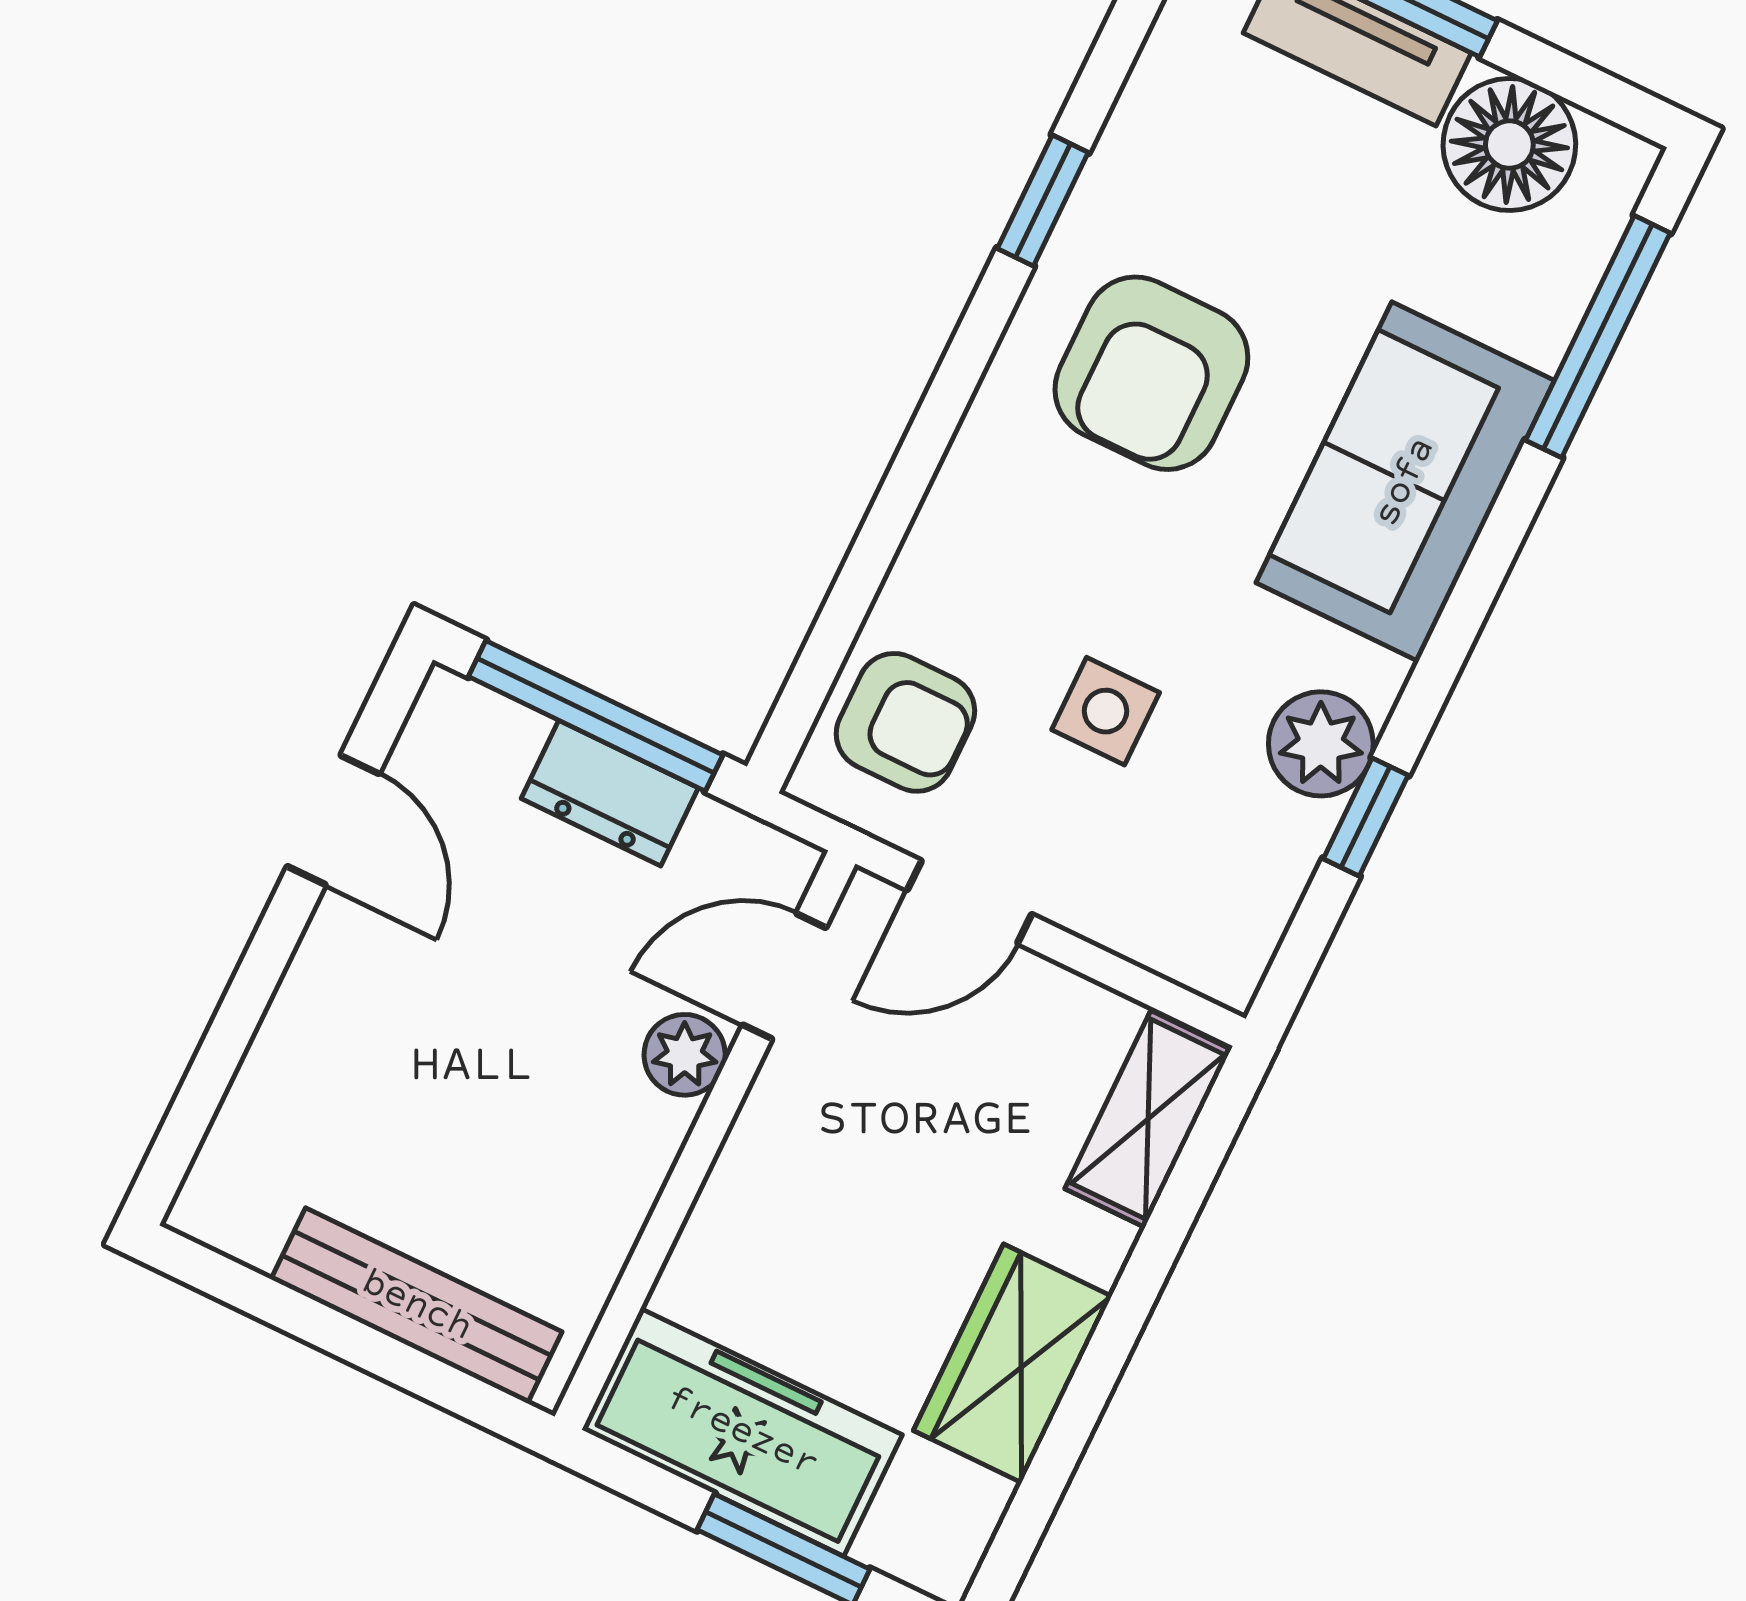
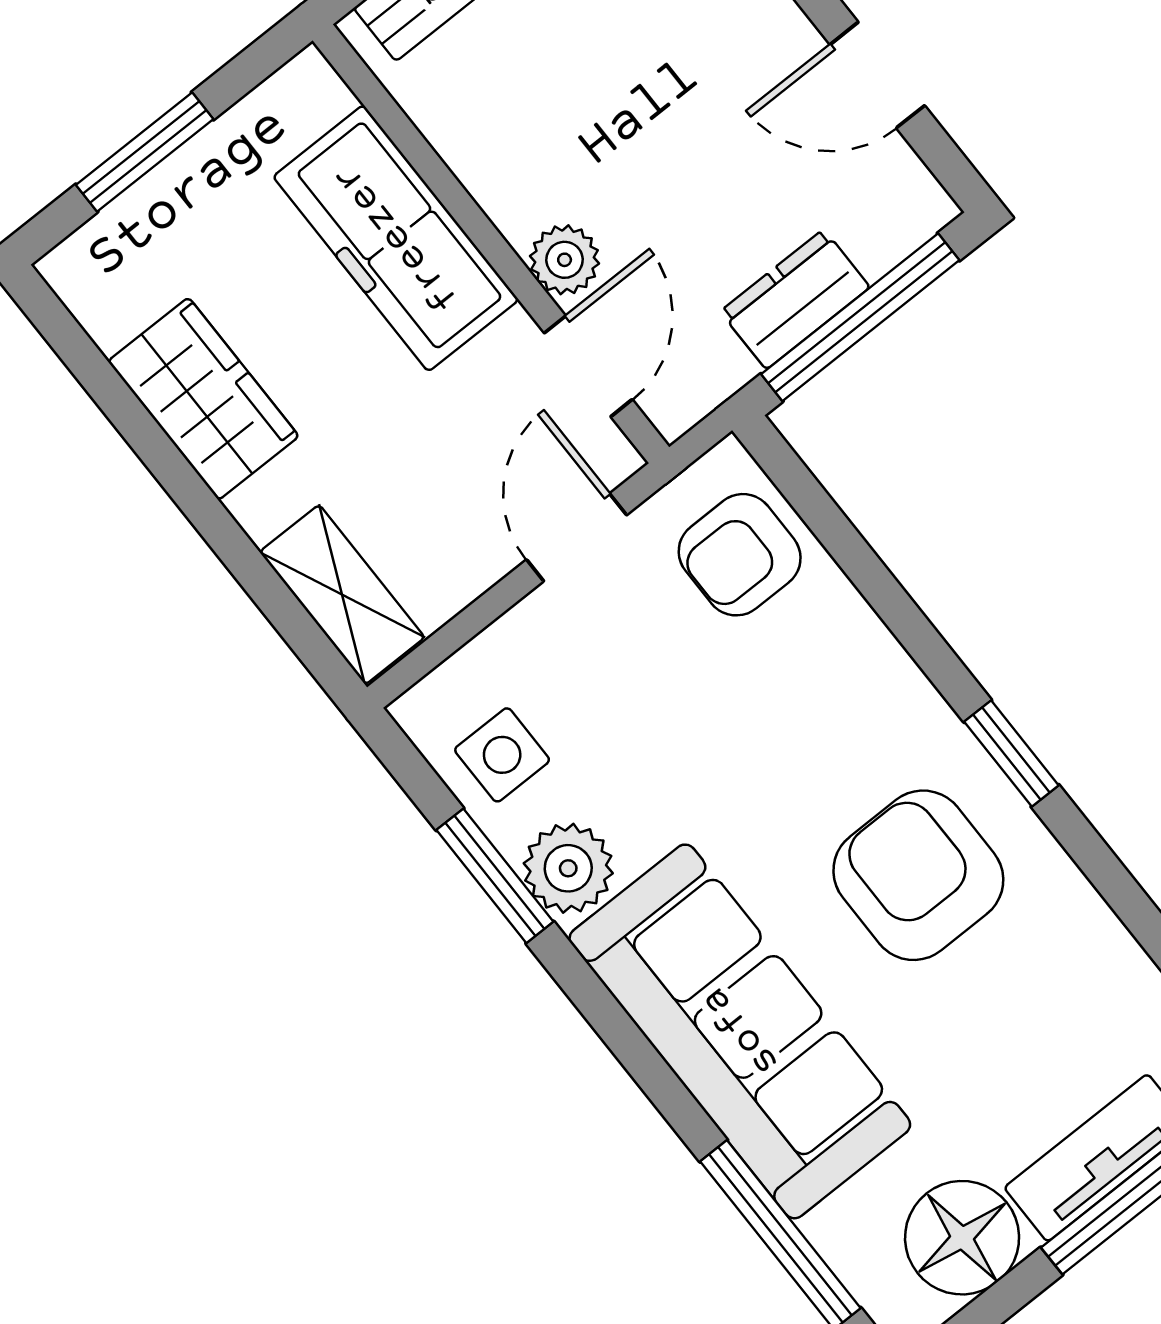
window: (1043, 201) -> (1011, 754), moved
sofa: (1405, 482) -> (740, 1031), width x1.36
side table: (1106, 711) -> (502, 755), moved
window: (1366, 817) -> (495, 876), width x1.50
freezer: (742, 1432) -> (396, 238), moved, turned 90

